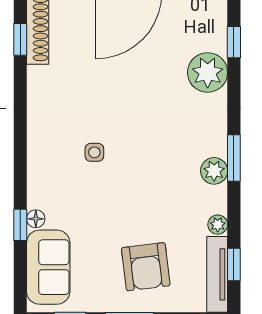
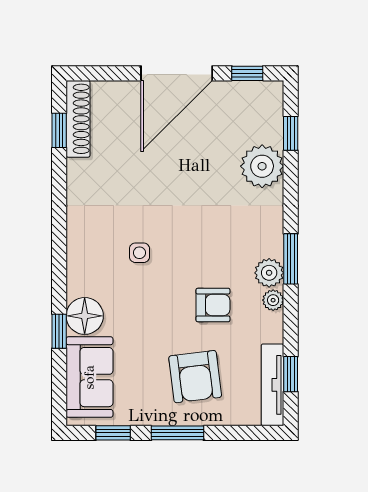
armchair: (162, 201) -> (213, 305), added
floor lamp: (36, 219) -> (85, 316), width x1.89, depth x1.89
plant: (218, 225) -> (273, 300), moved

